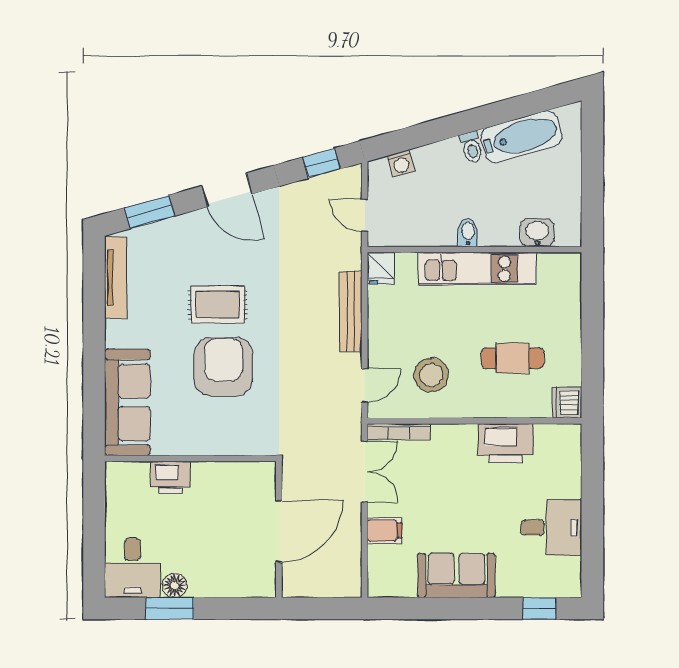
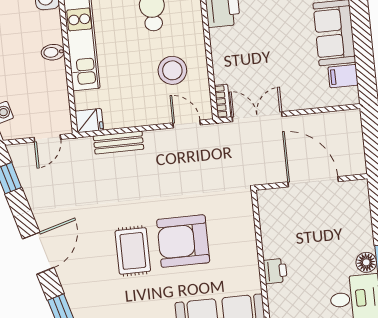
bench: (351, 312) -> (119, 143), width x0.73
bookcase: (399, 432) -> (222, 101), width x0.64
printer: (170, 477) -> (275, 271), width x0.73, depth x0.81
filing cabinet: (384, 530) -> (343, 76), moved, turned -90

